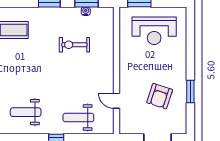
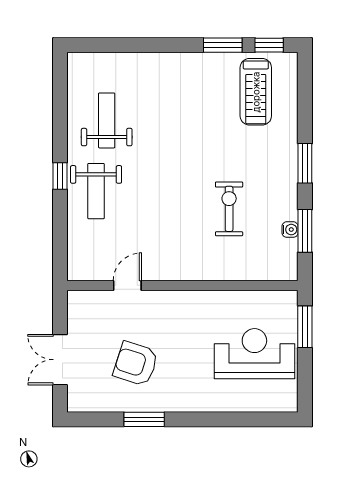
reception desk: (154, 31) -> (254, 354), turned 90
weight bench: (78, 117) -> (96, 191), moved, turned 180

